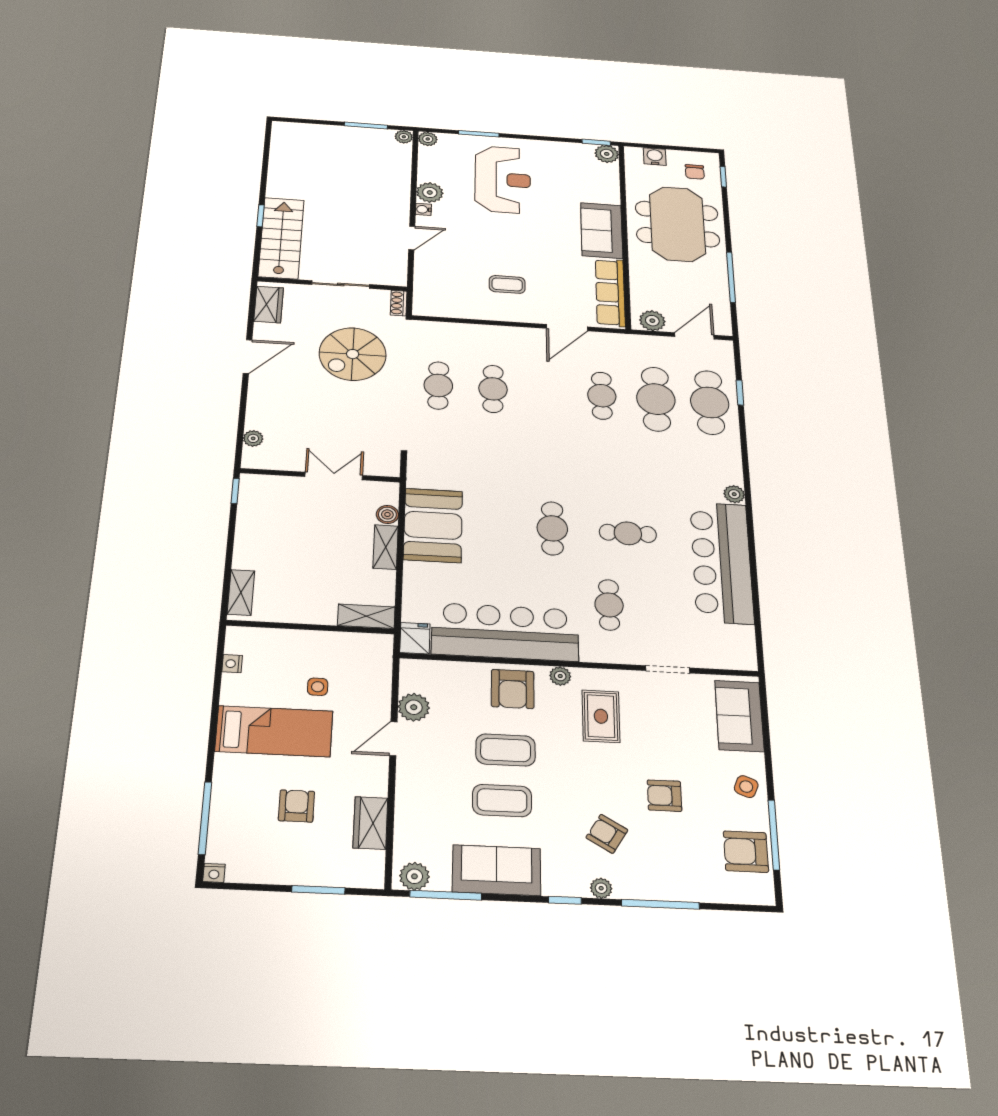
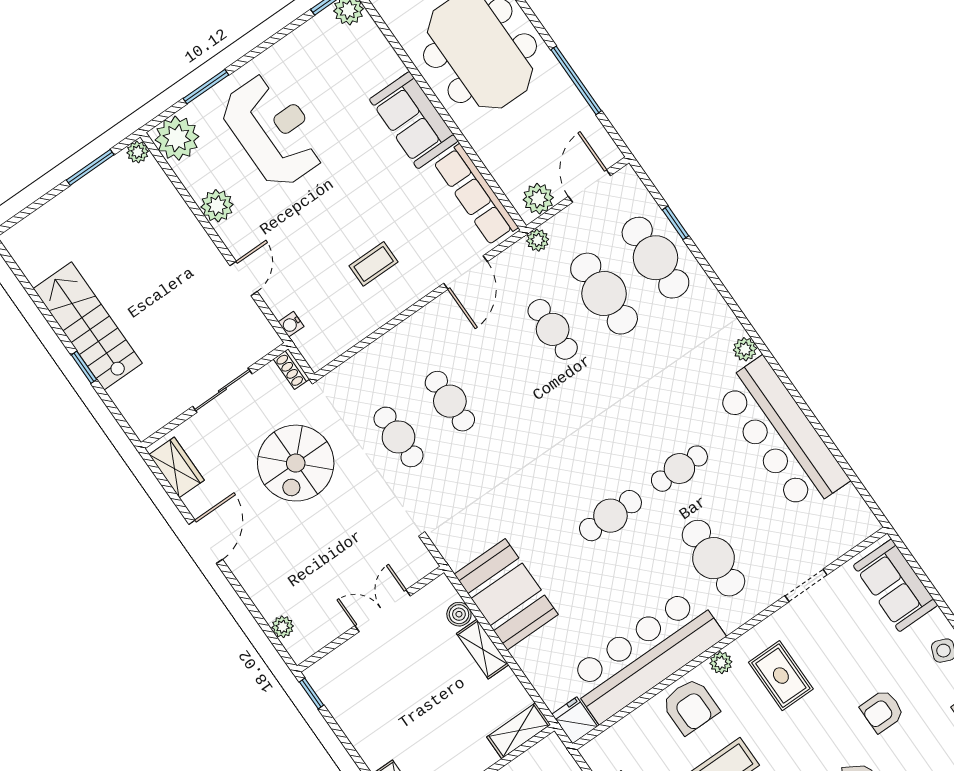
plant: (428, 139) -> (177, 138), width x1.87, depth x1.87
water cooler: (423, 209) -> (291, 324), moved
stairs: (281, 238) -> (88, 326), moved
plant: (633, 342) -> (538, 240), added
cafe table: (552, 528) -> (610, 516), turned 90
cafe table: (609, 605) -> (714, 558), width x1.37, depth x1.35

